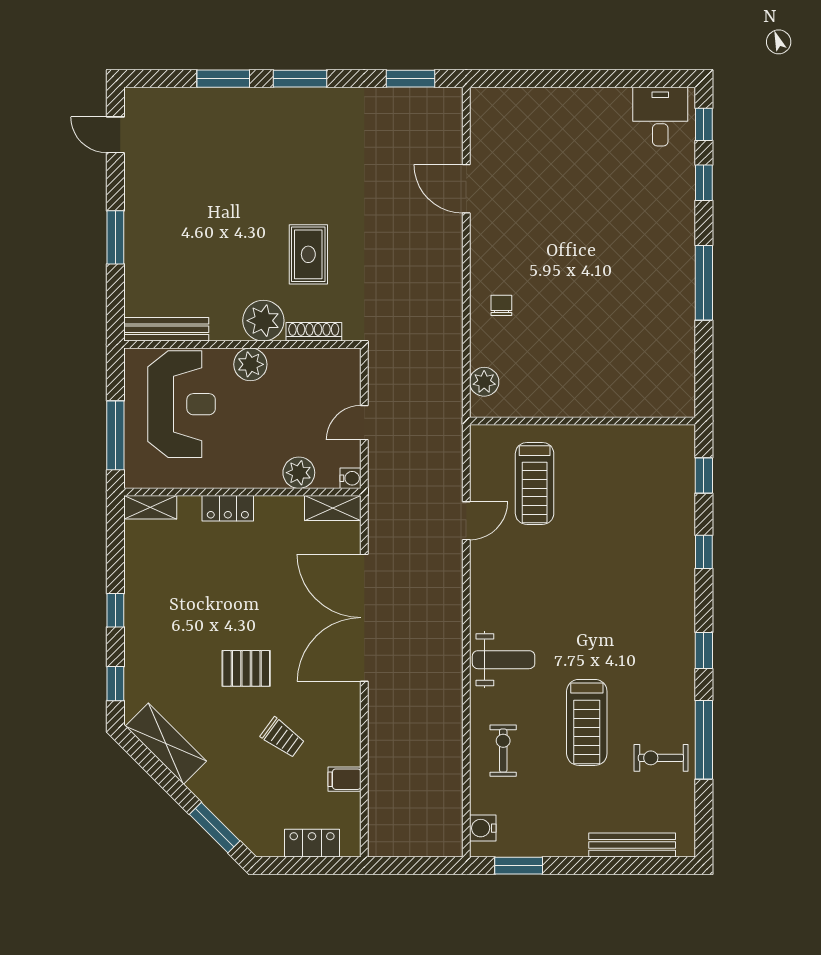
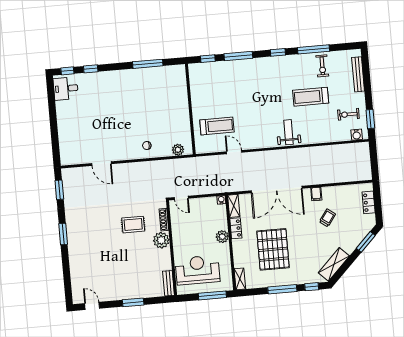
window: (223, 79) -> (66, 265), removed
door: (115, 135) -> (92, 306), swing flipped
door: (466, 189) -> (101, 164), hinge flipped
window: (704, 283) -> (148, 64), moved
bench: (166, 329) -> (168, 283), width x0.73
plant: (250, 364) -> (179, 244), removed
door: (364, 423) -> (181, 198), moved
plant: (299, 473) -> (222, 237), moved
locker: (228, 508) -> (236, 228), moved
window: (704, 552) -> (238, 56), width x2.17
window: (115, 610) -> (282, 289), width x2.17
pallet: (246, 668) -> (273, 249), moved, width x2.05, depth x2.00
treadmill: (587, 722) -> (311, 97), turned 180
exercise bike: (503, 751) -> (348, 114), moved
filing cabinet: (344, 779) -> (316, 194), moved

